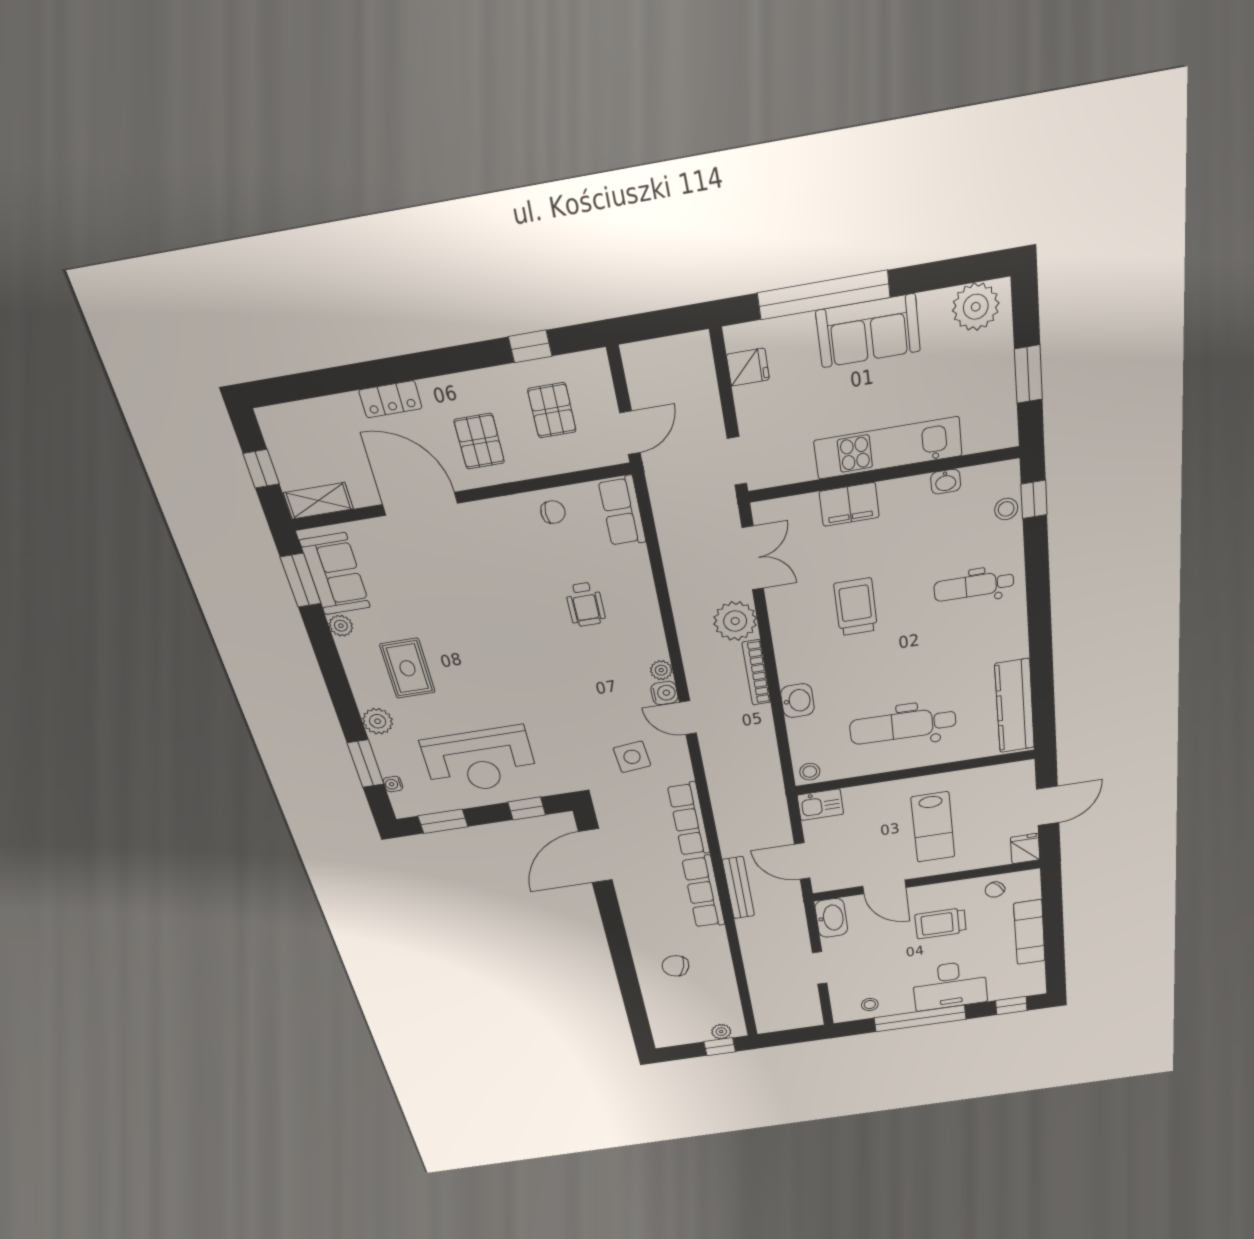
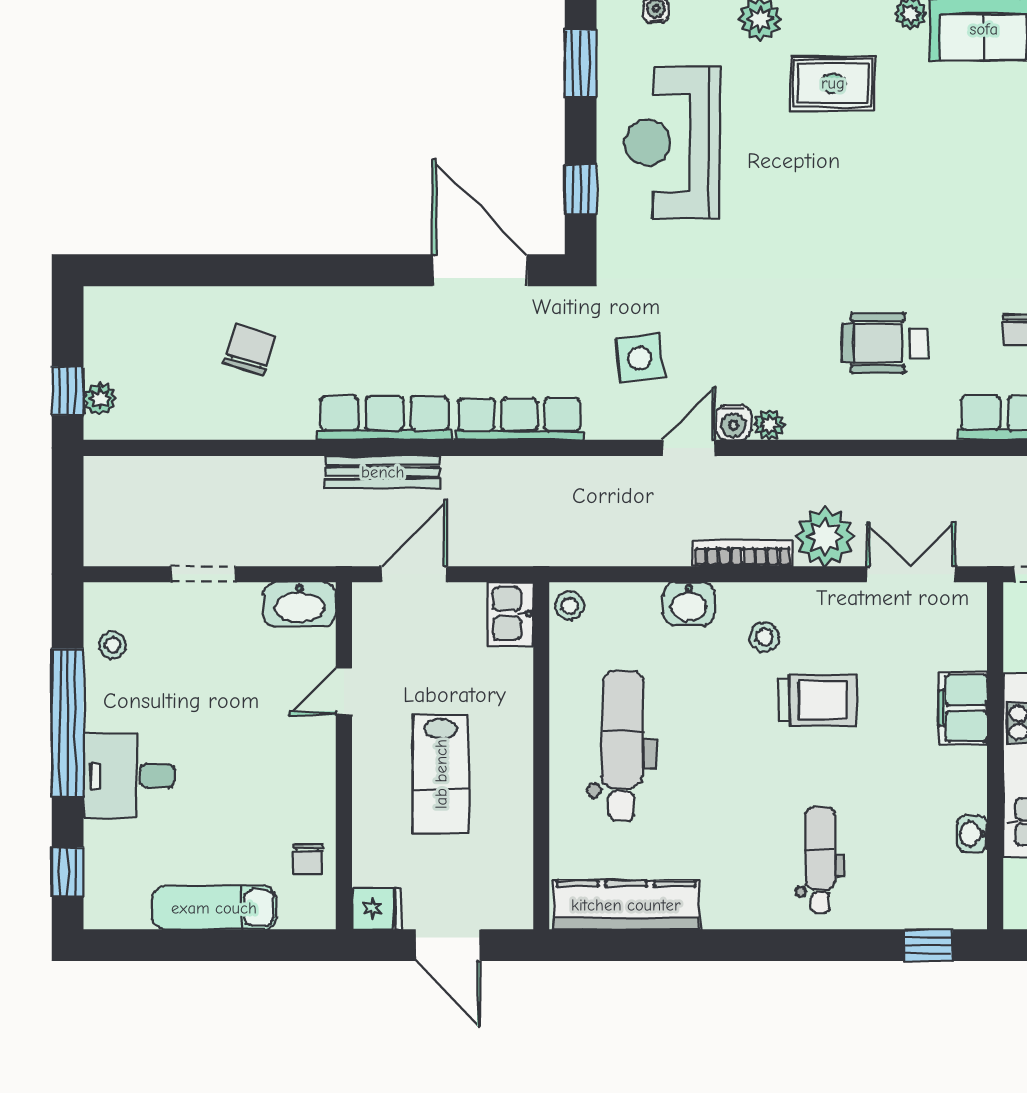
stool: (1006, 509) -> (764, 637), moved
double door: (753, 558) -> (911, 574), swing flipped
wheelchair: (585, 604) -> (884, 343), width x1.36, depth x1.37
lab bench: (933, 827) -> (441, 774), turned -90
door: (884, 887) -> (344, 691), width x0.73
chair: (995, 890) -> (308, 859), turned -141
trolley: (941, 923) -> (258, 771), removed
desk: (950, 985) -> (129, 776), width x0.73

